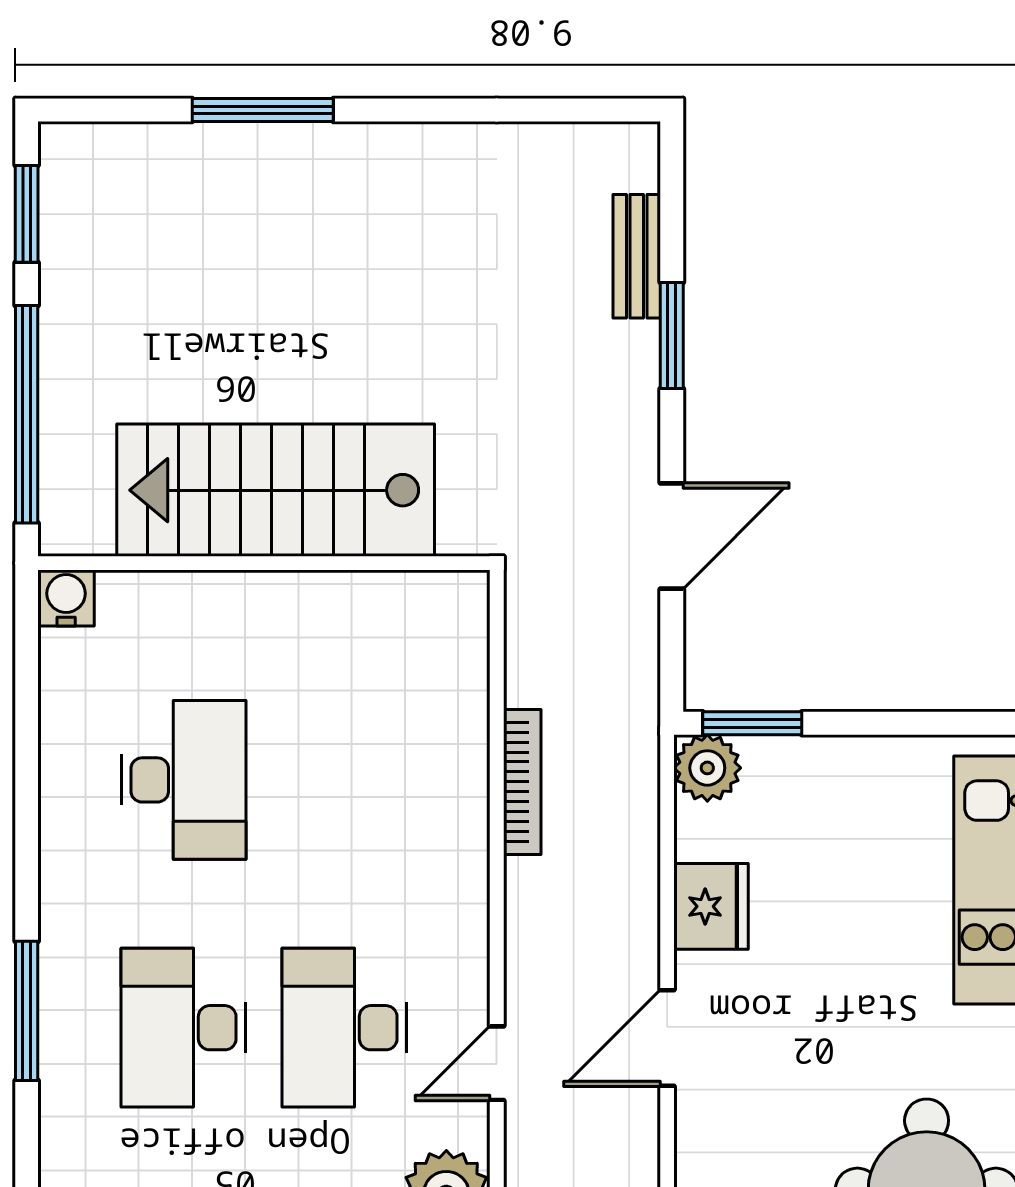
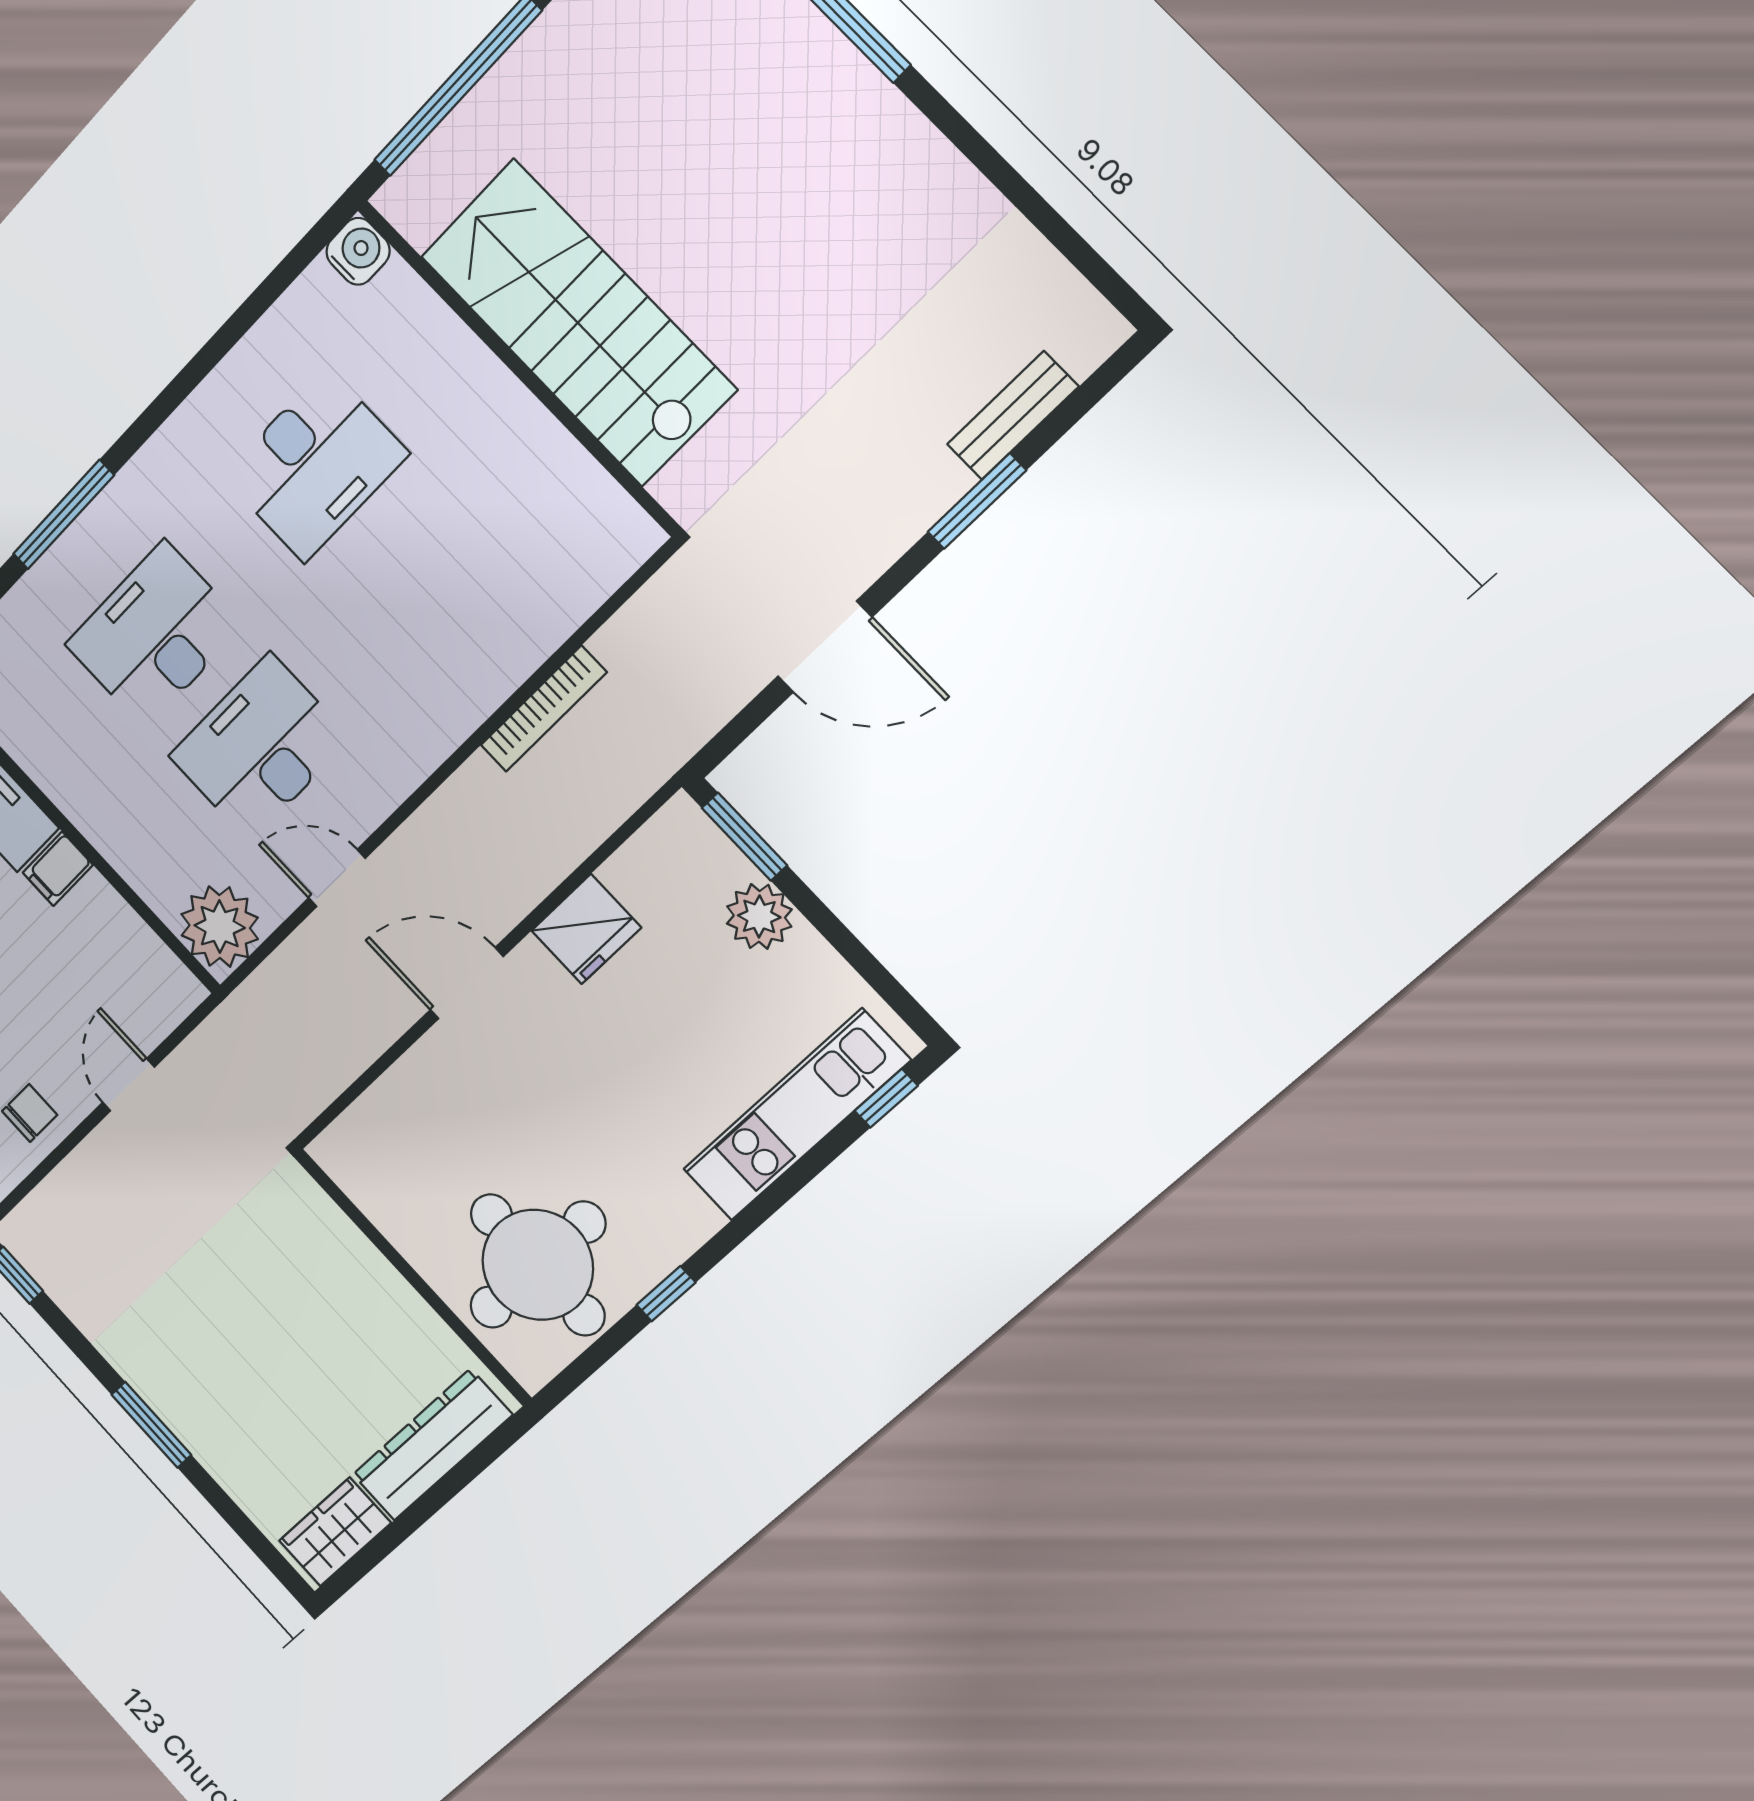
plant: (707, 768) -> (759, 916), moved

